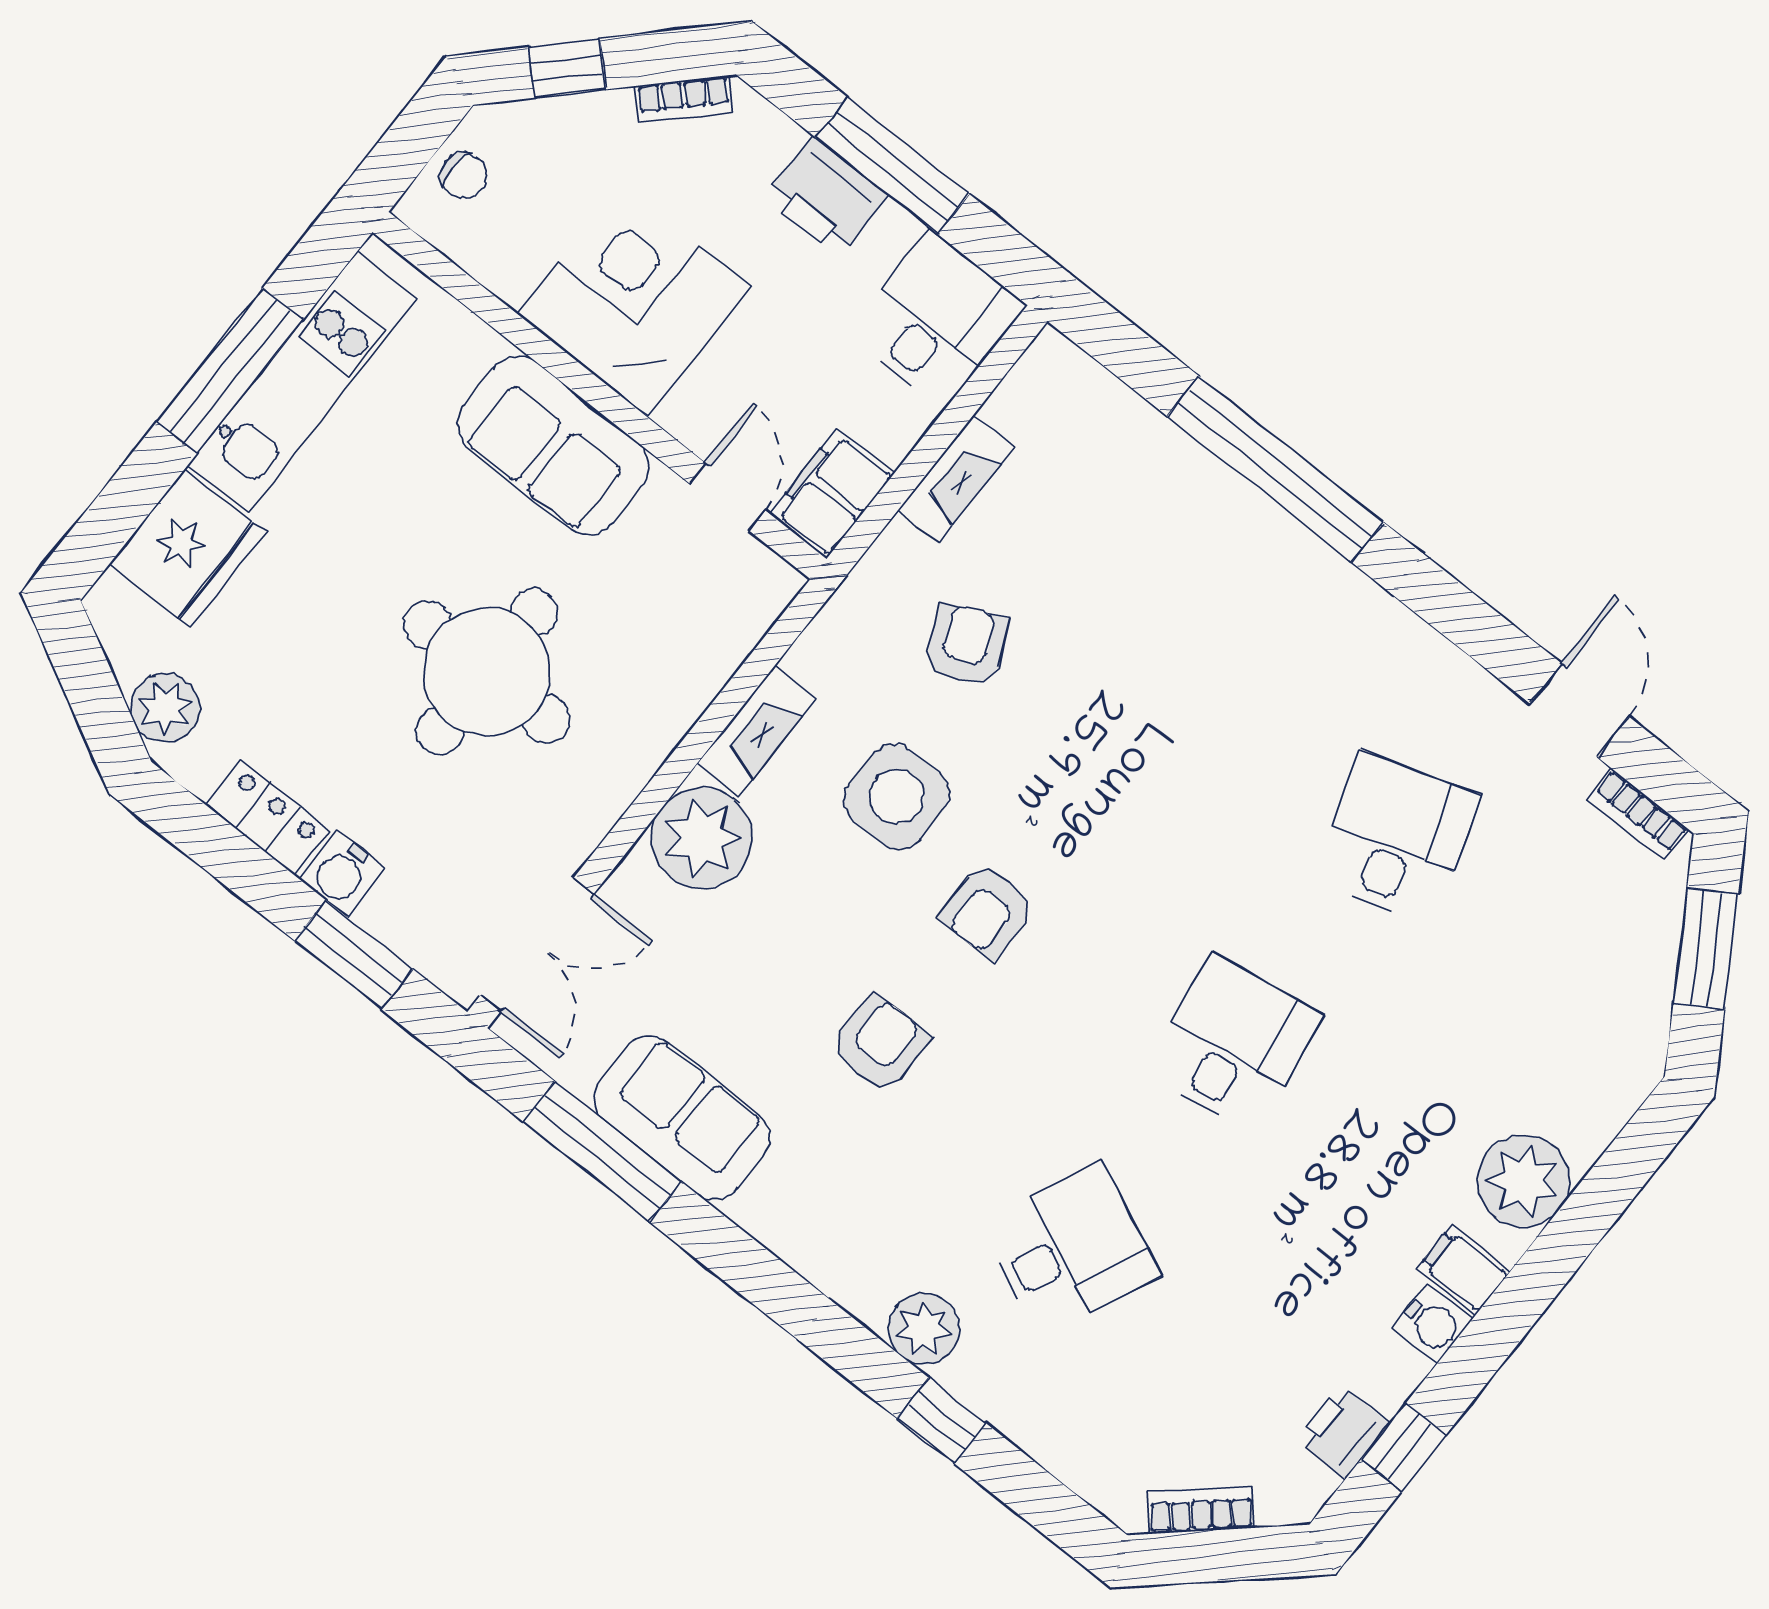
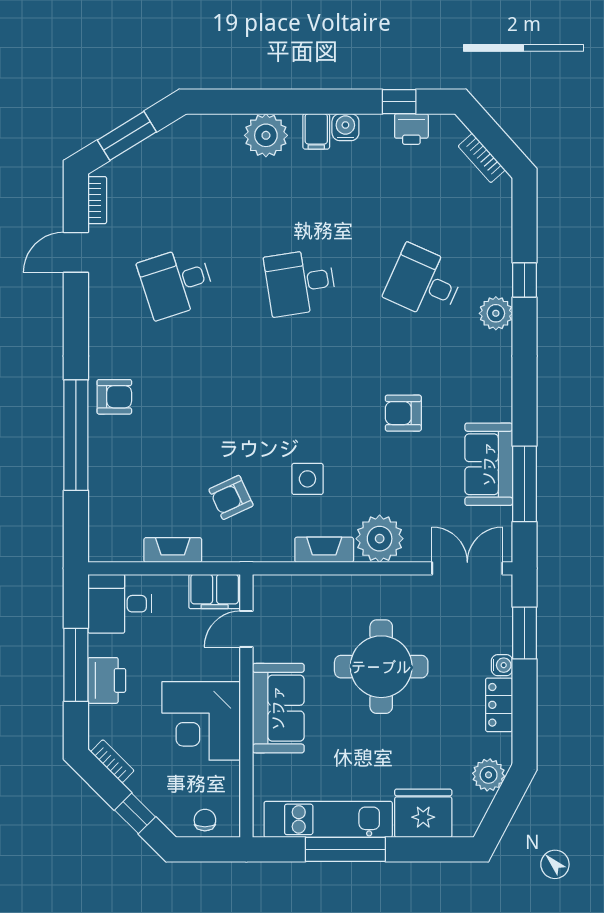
side table: (897, 797) -> (307, 479), width x0.73, depth x0.73
water cooler: (342, 873) -> (502, 665), width x0.72, depth x0.72
armchair: (988, 911) -> (114, 397), moved

